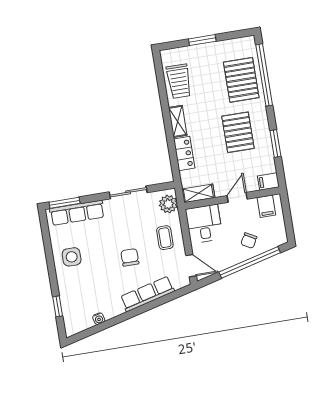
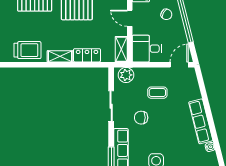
coffee table: (165, 238) -> (157, 93), moved
chair: (130, 257) -> (141, 118), moved
row of seats: (147, 294) -> (201, 121), moved

